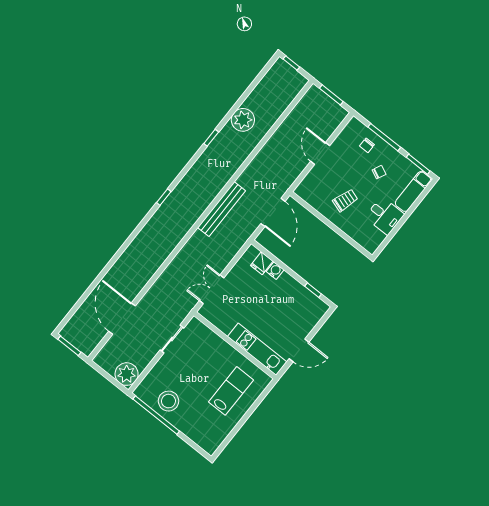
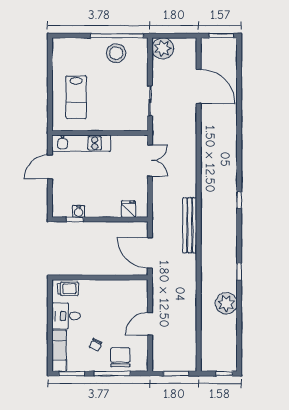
chair: (367, 145) -> (120, 357), width x1.87, depth x1.87
door: (320, 154) -> (150, 324), swing flipped
trolley: (345, 200) -> (68, 289), moved, turned -108
water cooler: (275, 271) -> (79, 211), moved

